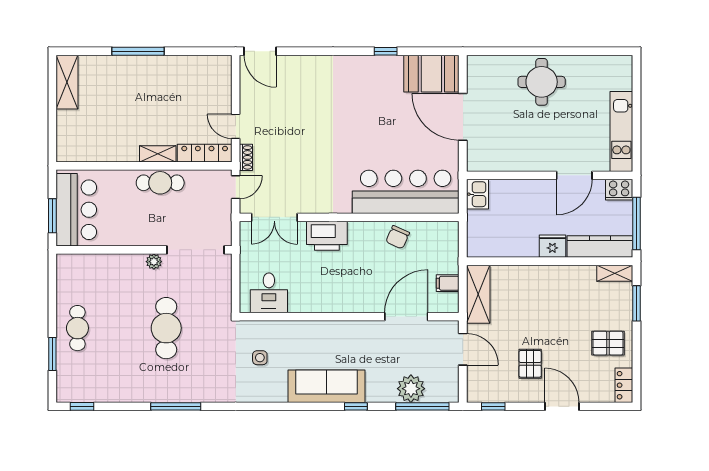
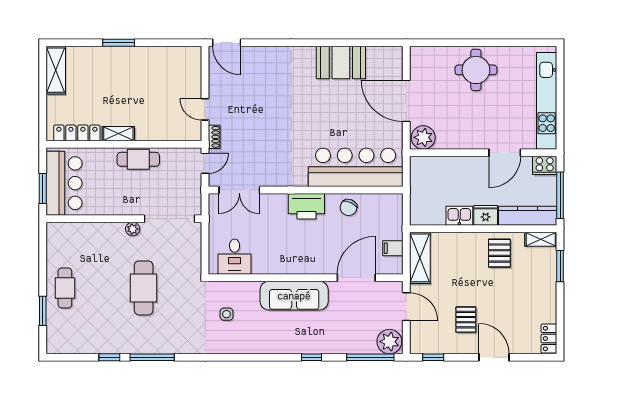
window: (138, 51) -> (119, 43), width x0.69
window: (386, 51) -> (338, 43), removed
booth: (431, 74) -> (341, 63), moved
kitchen unit: (621, 131) -> (547, 101), width x1.36
locker: (205, 153) -> (77, 133), moved
shelving: (158, 154) -> (118, 134), moved
plant: (482, 158) -> (423, 137), added
kitchen sink: (477, 194) -> (459, 216), moved, turned -90
printer: (327, 236) -> (306, 206), moved
pallet: (608, 343) -> (499, 253), moved, turned 90
sofa: (326, 386) -> (294, 296), moved, turned 180
plant: (411, 389) -> (389, 342), moved
window: (82, 406) -> (109, 357), moved

